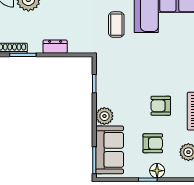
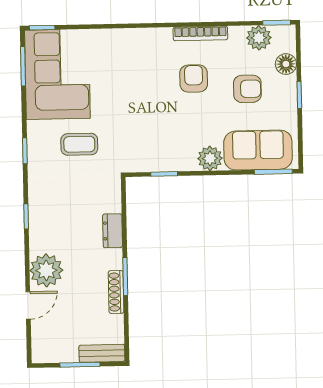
armchair: (161, 106) -> (194, 79), turned 180
armchair: (153, 143) -> (247, 89), turned 90
floor lamp: (157, 171) -> (286, 64), moved

